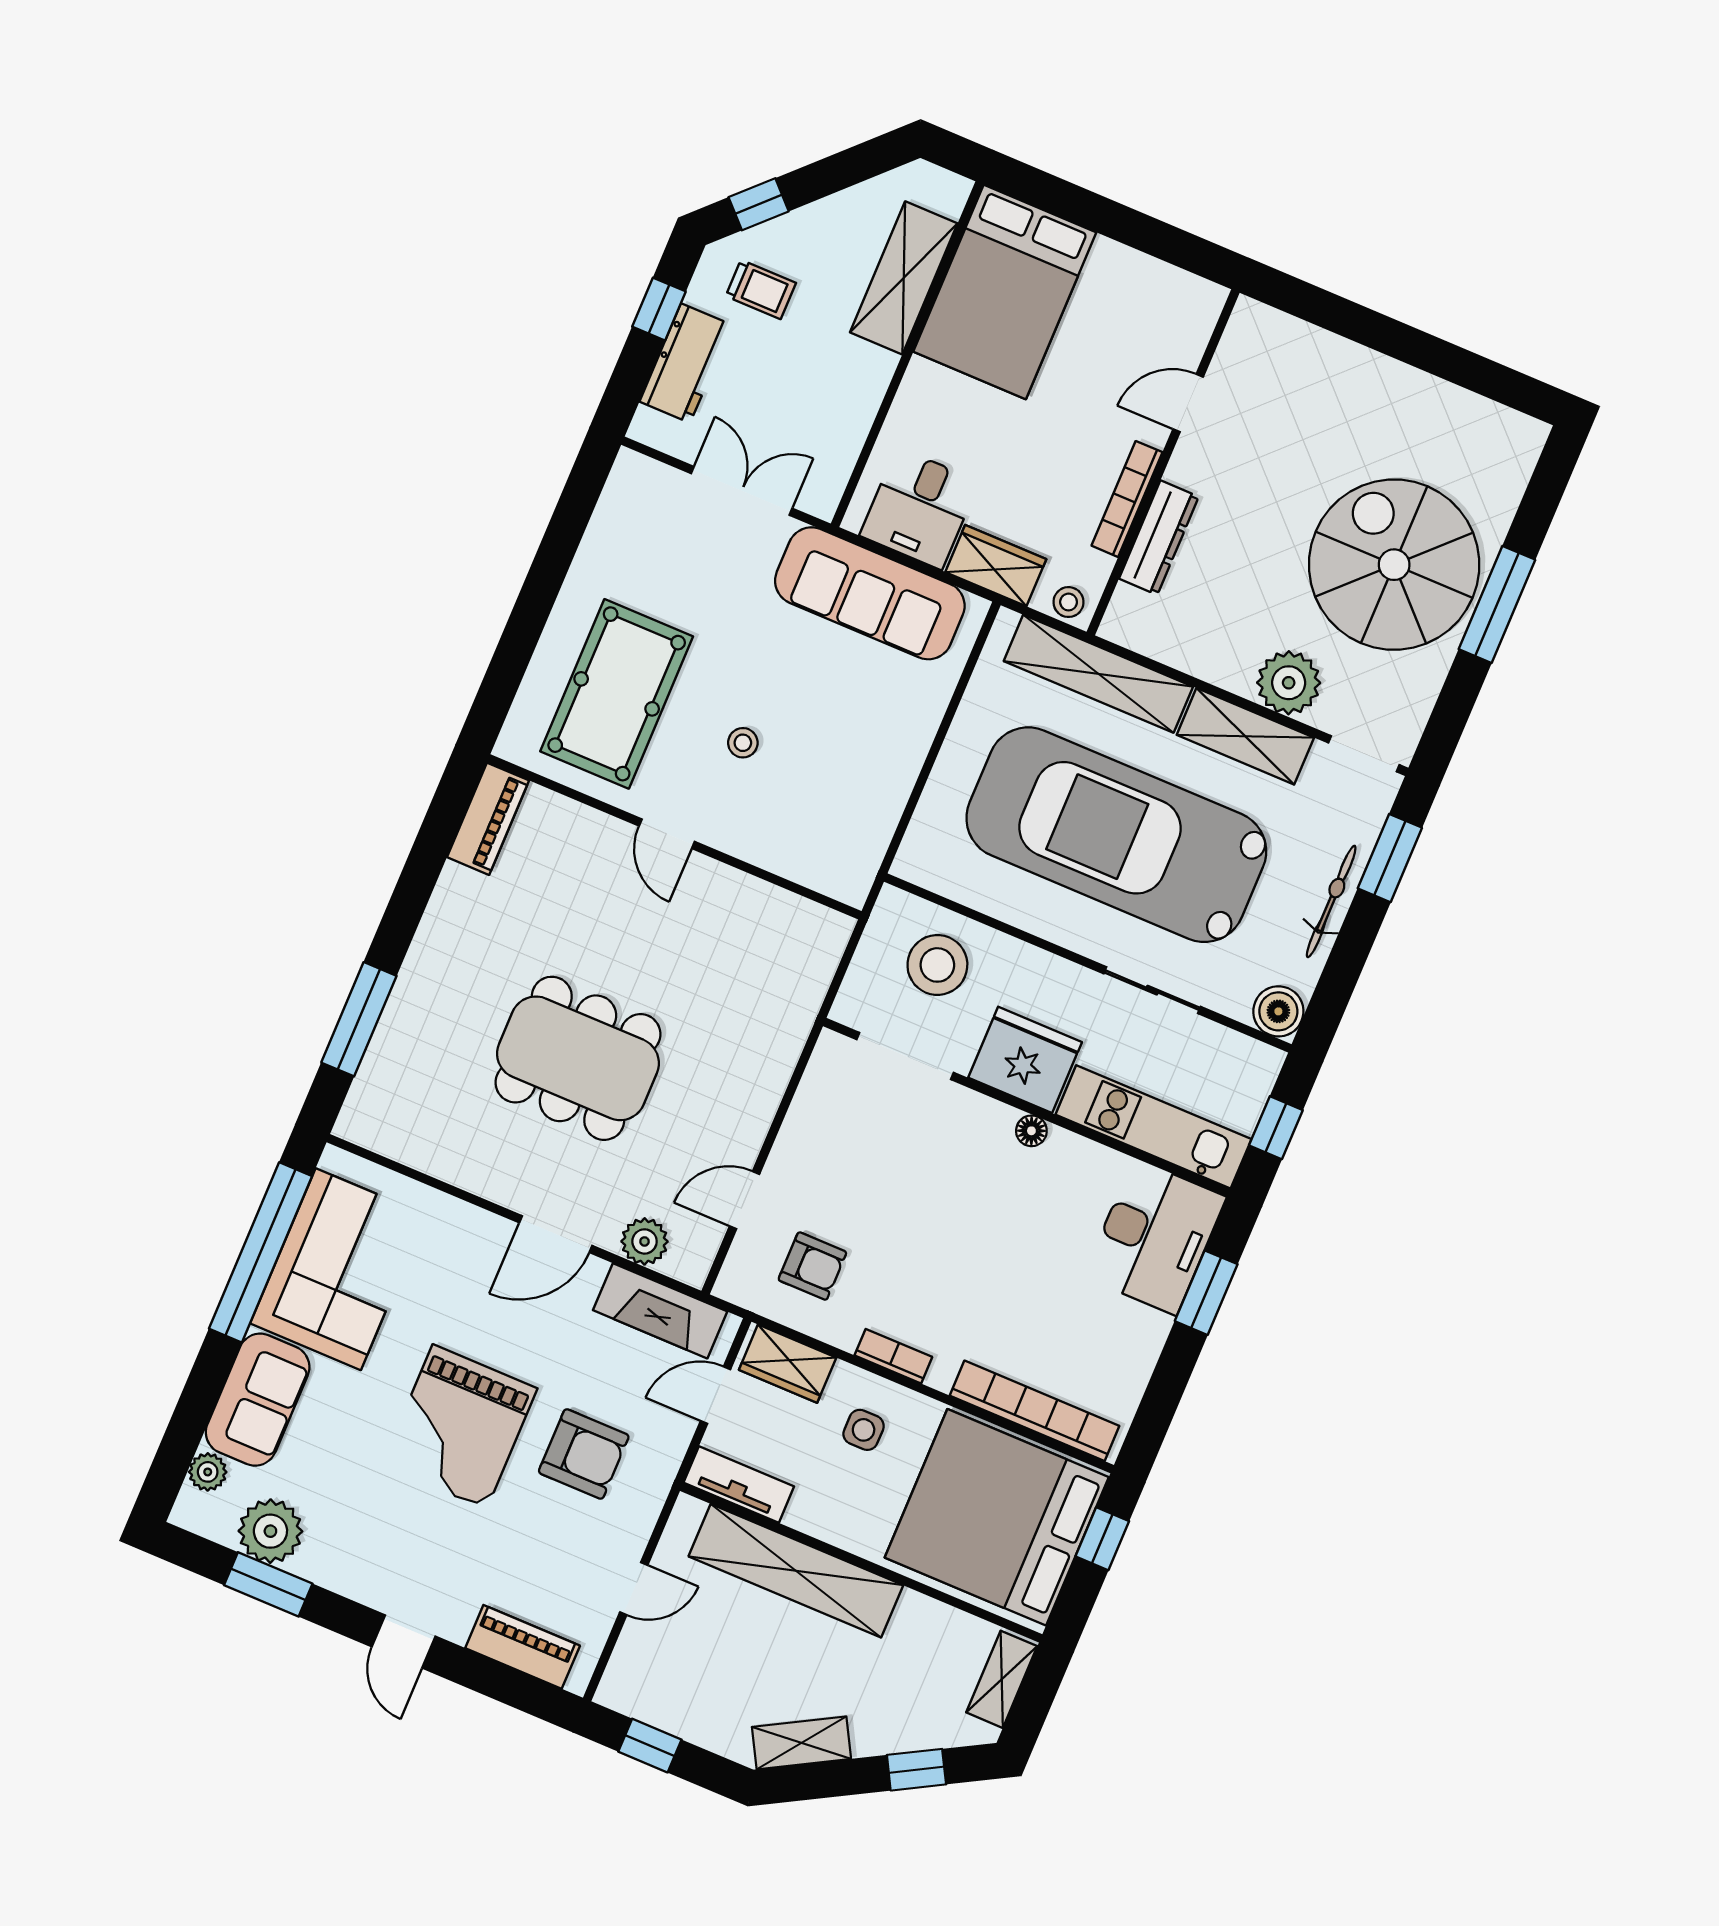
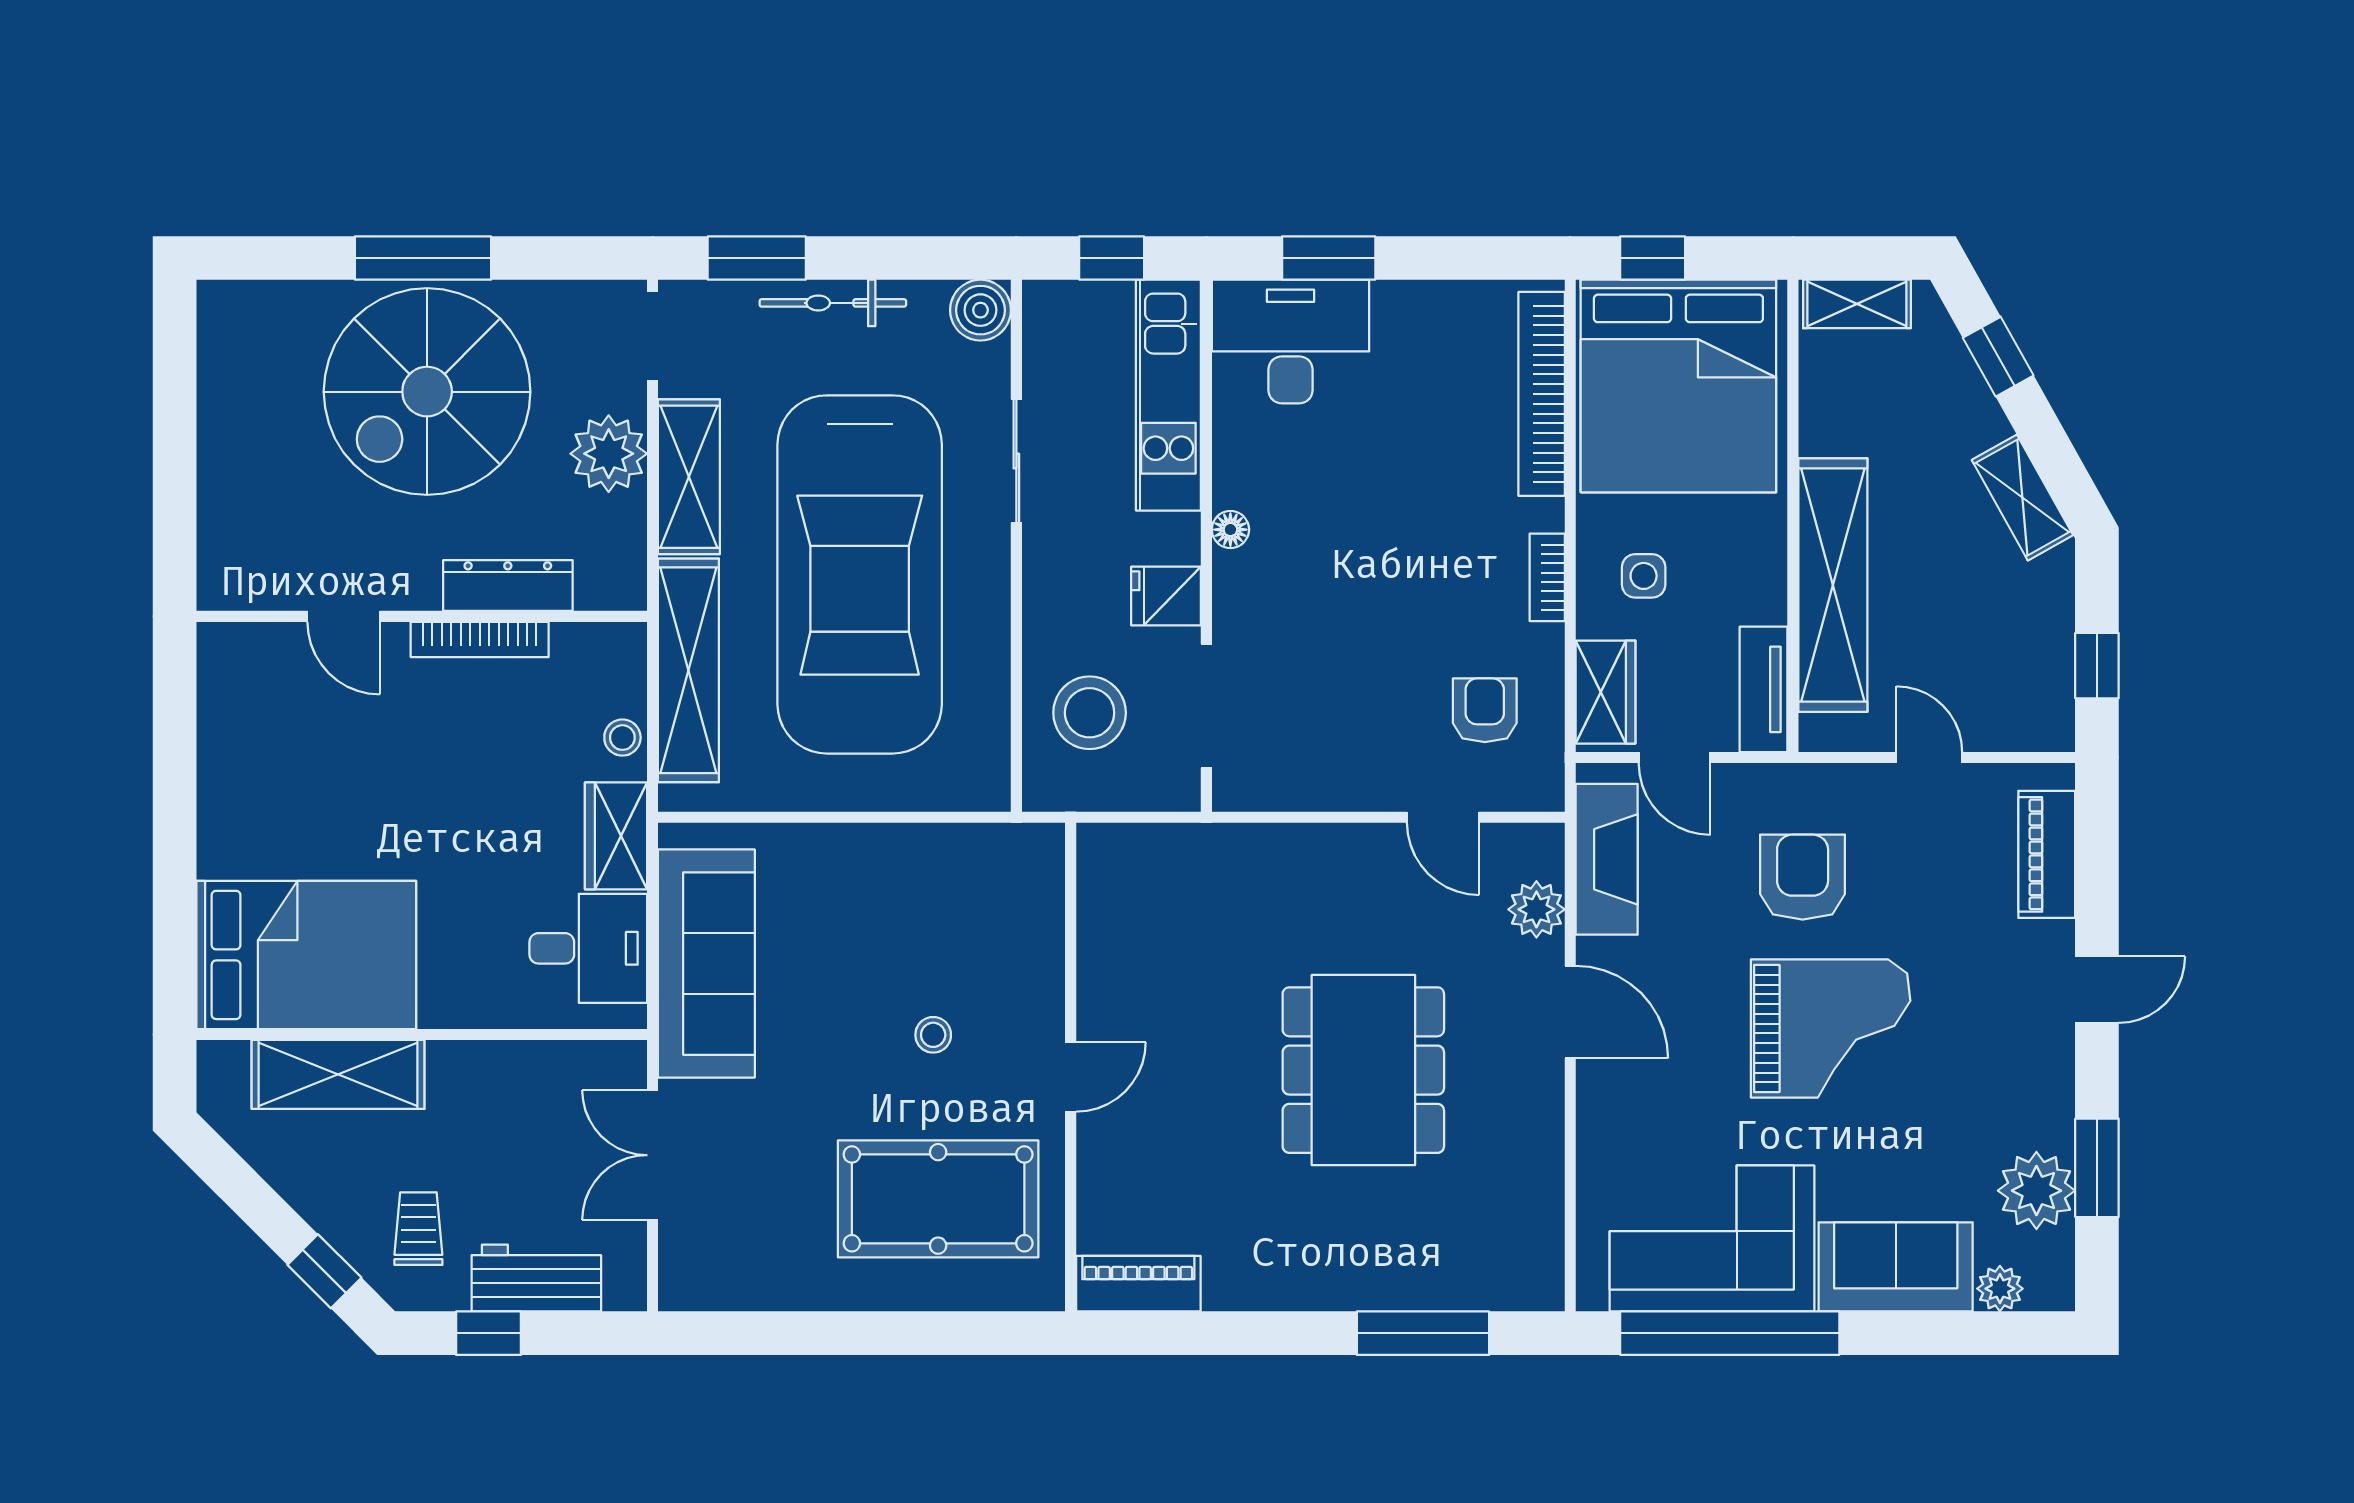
door: (1188, 403) -> (344, 616), moved
wall: (1163, 462) -> (422, 616), moved
bookcase: (1127, 499) -> (480, 639), moved
dresser: (1159, 538) -> (508, 586), moved
fridge: (1025, 1060) -> (1166, 596), width x0.53, depth x0.75

